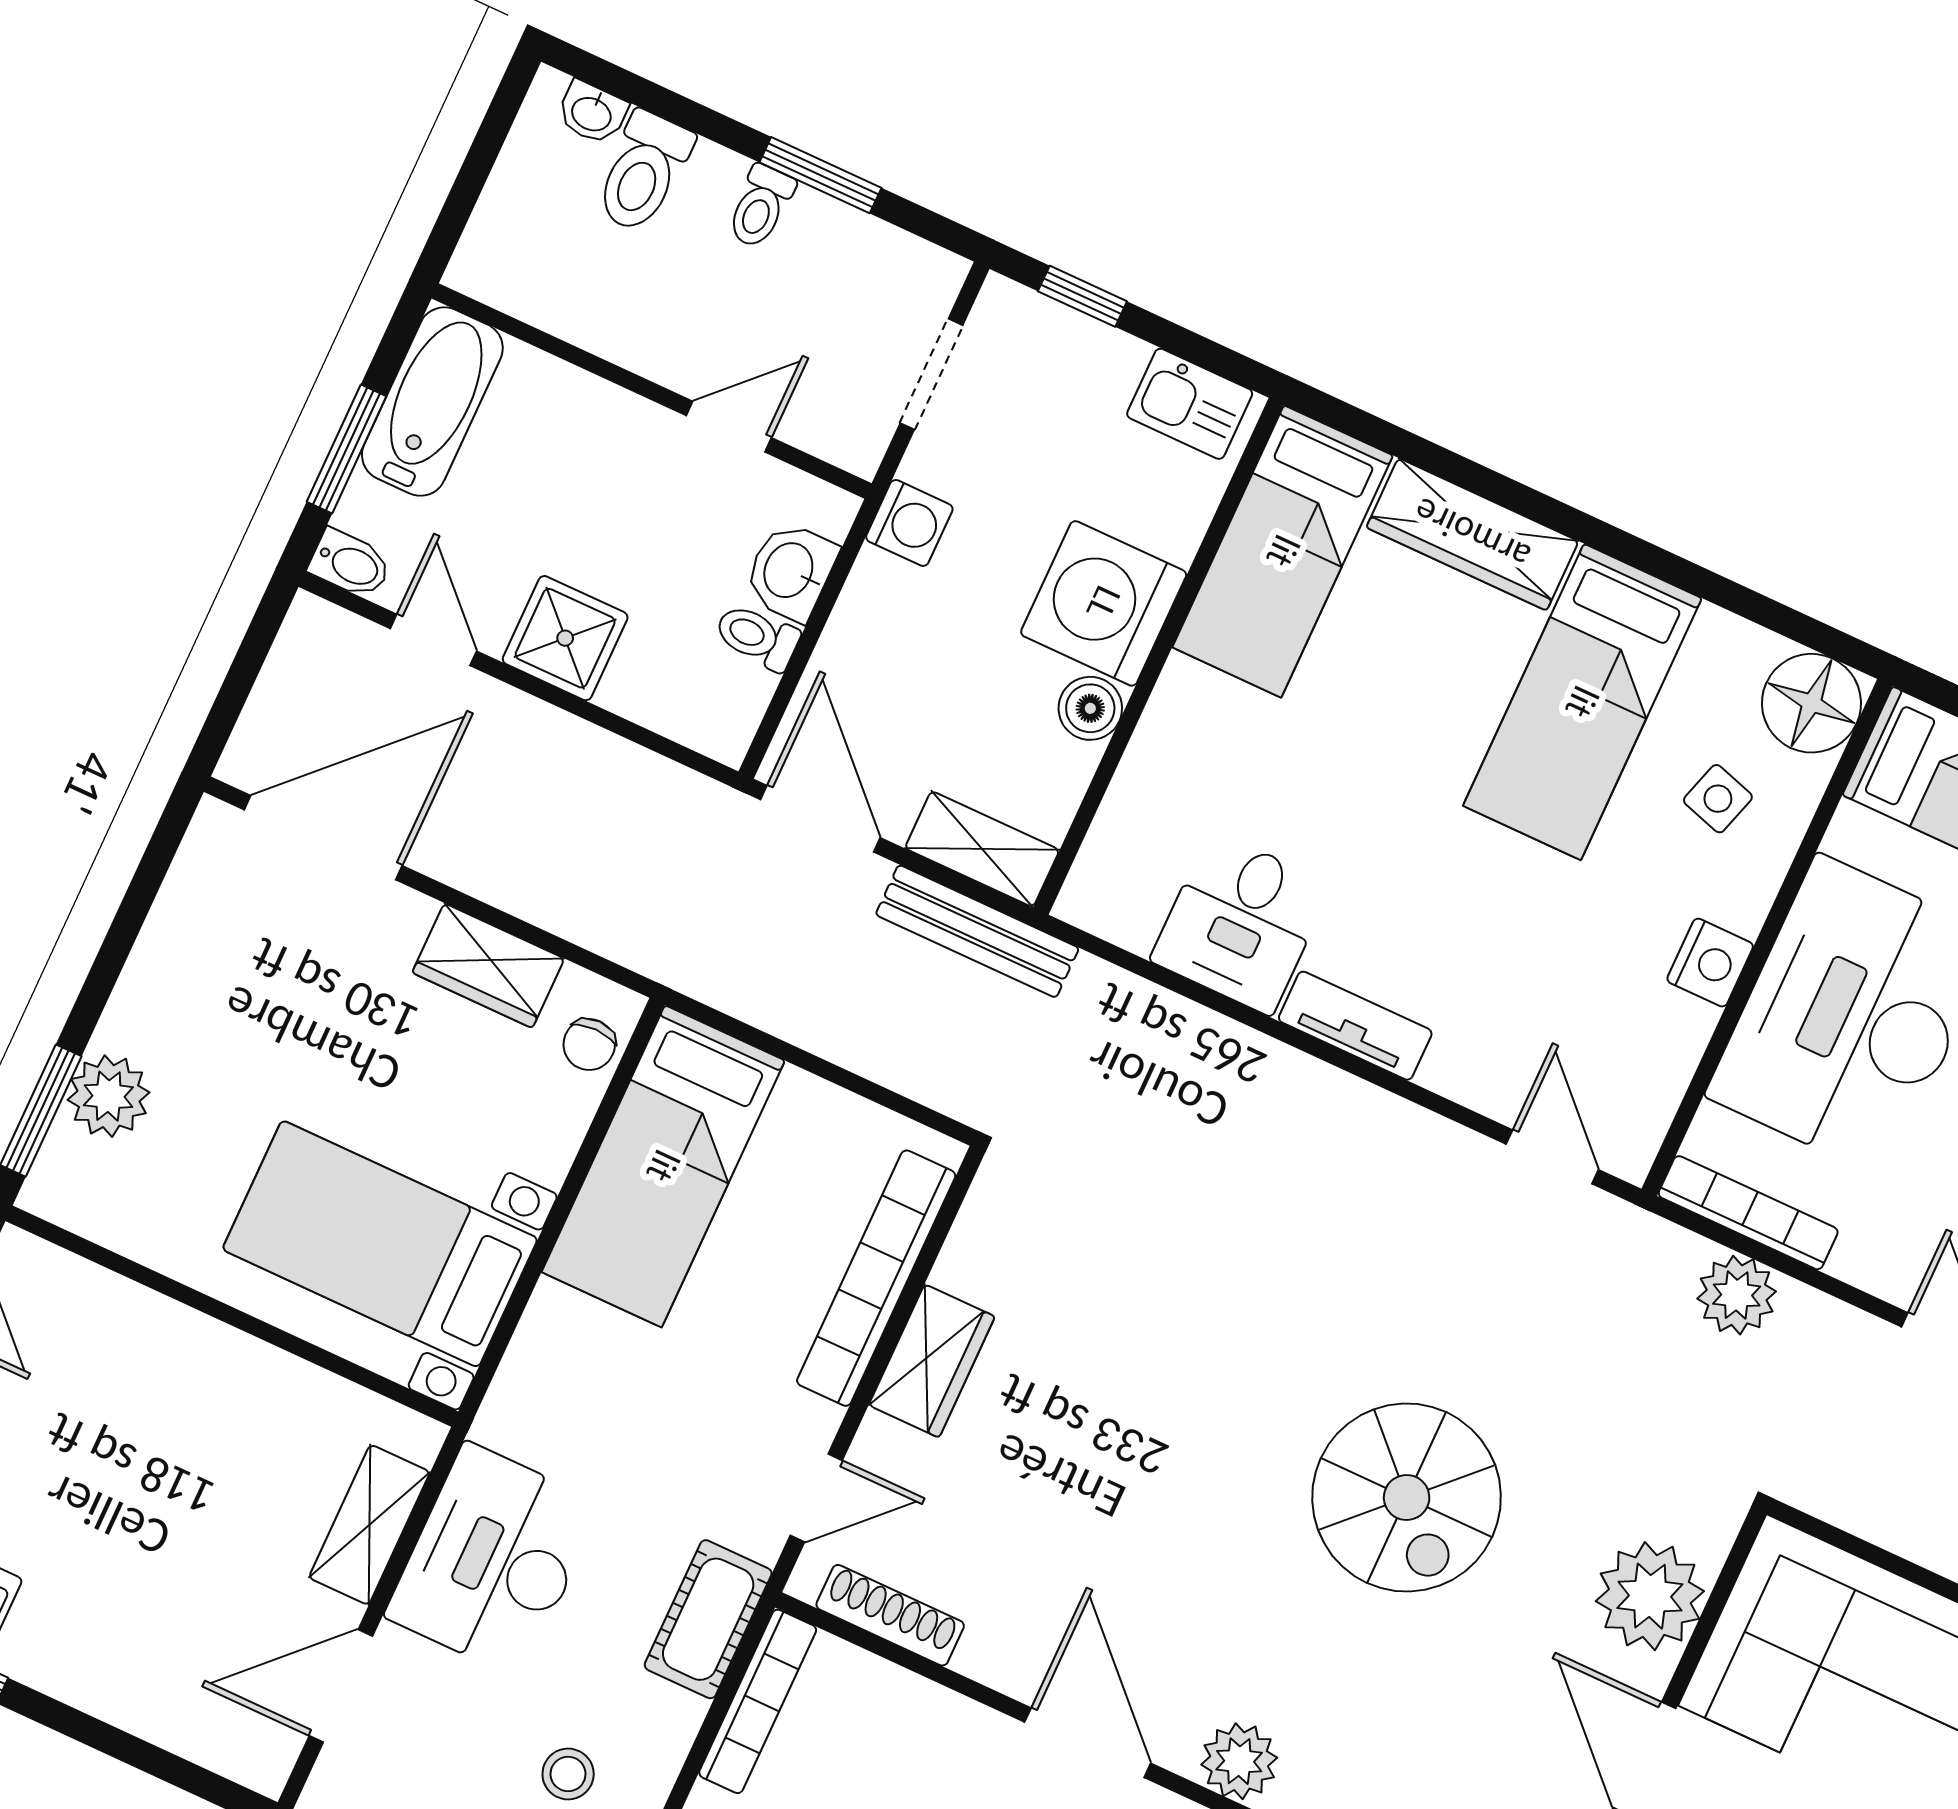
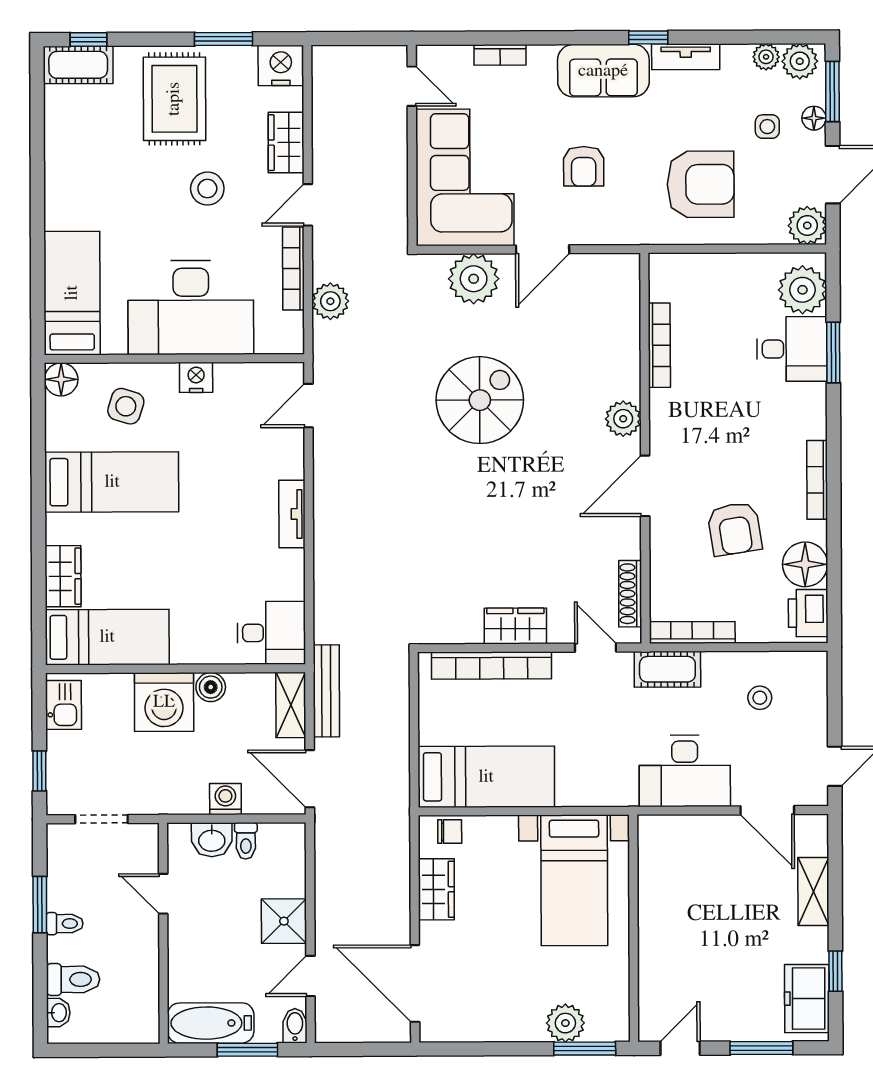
washing machine: (909, 523) -> (225, 799), moved
wardrobe: (1472, 534) -> (63, 576), width x0.67
floor lamp: (1811, 703) -> (61, 379), width x0.73, depth x0.73
side table: (1718, 799) -> (126, 406), width x1.37, depth x1.37
door: (820, 819) -> (310, 779), hinge flipped
desk: (1241, 923) -> (271, 633), moved
bookcase: (1748, 1213) -> (293, 269), moved
shelving: (369, 1525) -> (813, 892), moved, turned 90

